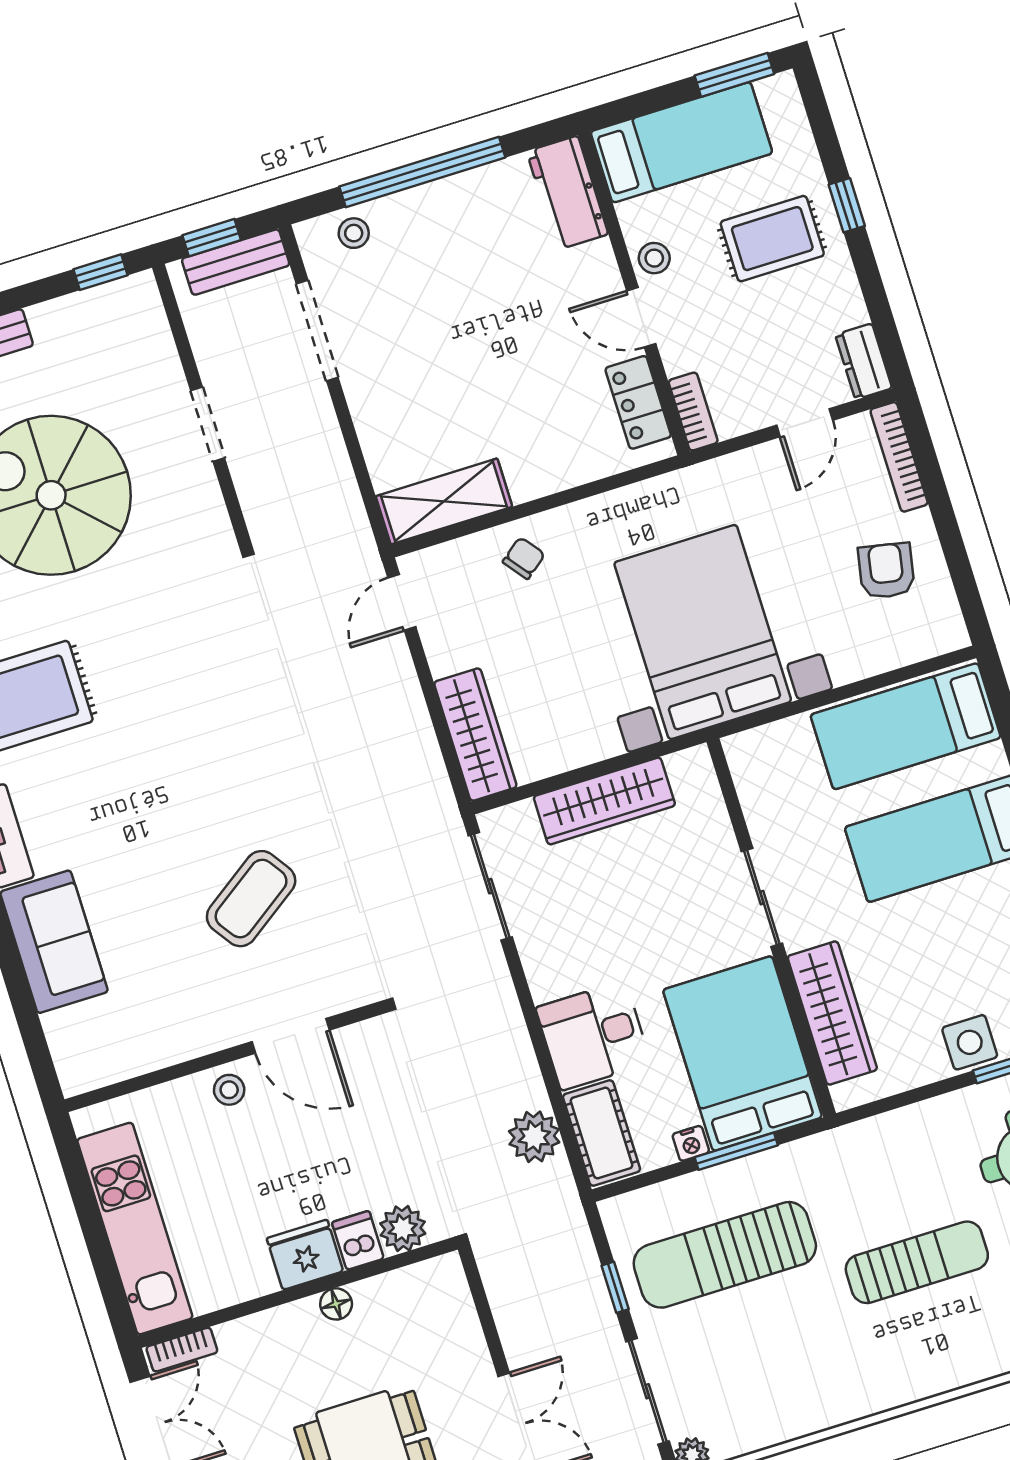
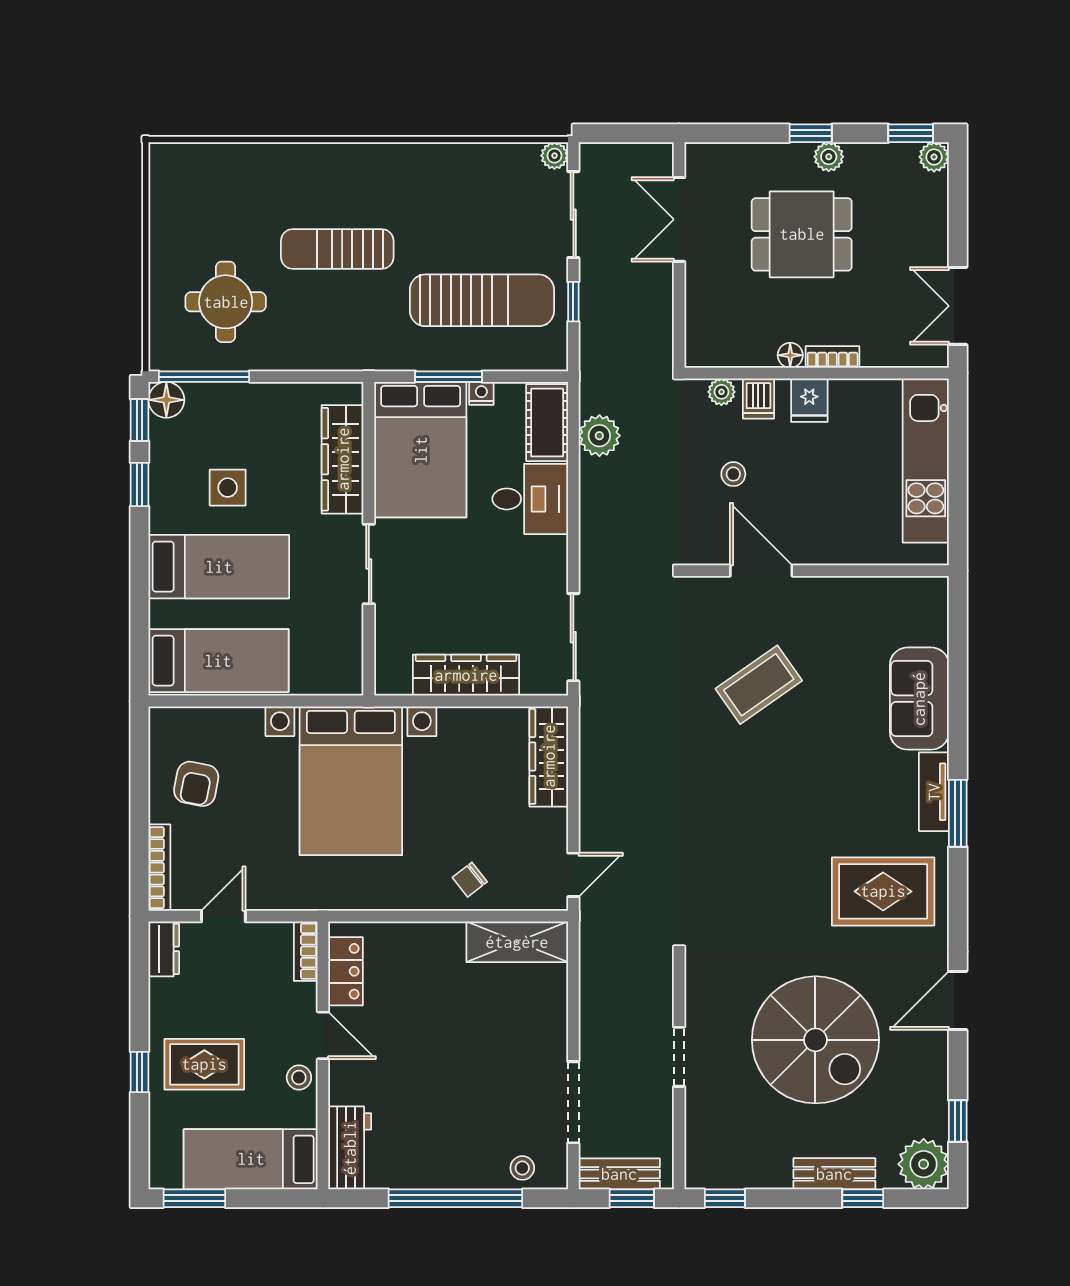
side table: (970, 1042) -> (228, 488), moved
stool: (229, 1090) -> (733, 474), moved
plant: (403, 1229) -> (721, 392), width x0.73, depth x0.73
fridge: (305, 1255) -> (809, 400), width x0.72
bookcase: (182, 1350) -> (833, 357), moved

